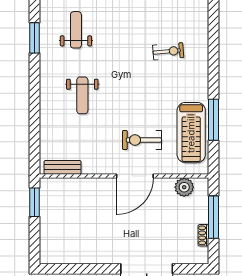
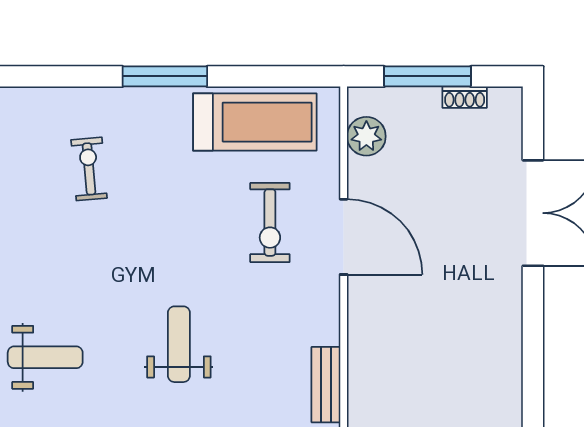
weight bench: (76, 30) -> (45, 357), turned 180
weight bench: (82, 95) -> (179, 344), turned -90
window: (214, 120) -> (165, 76), moved

